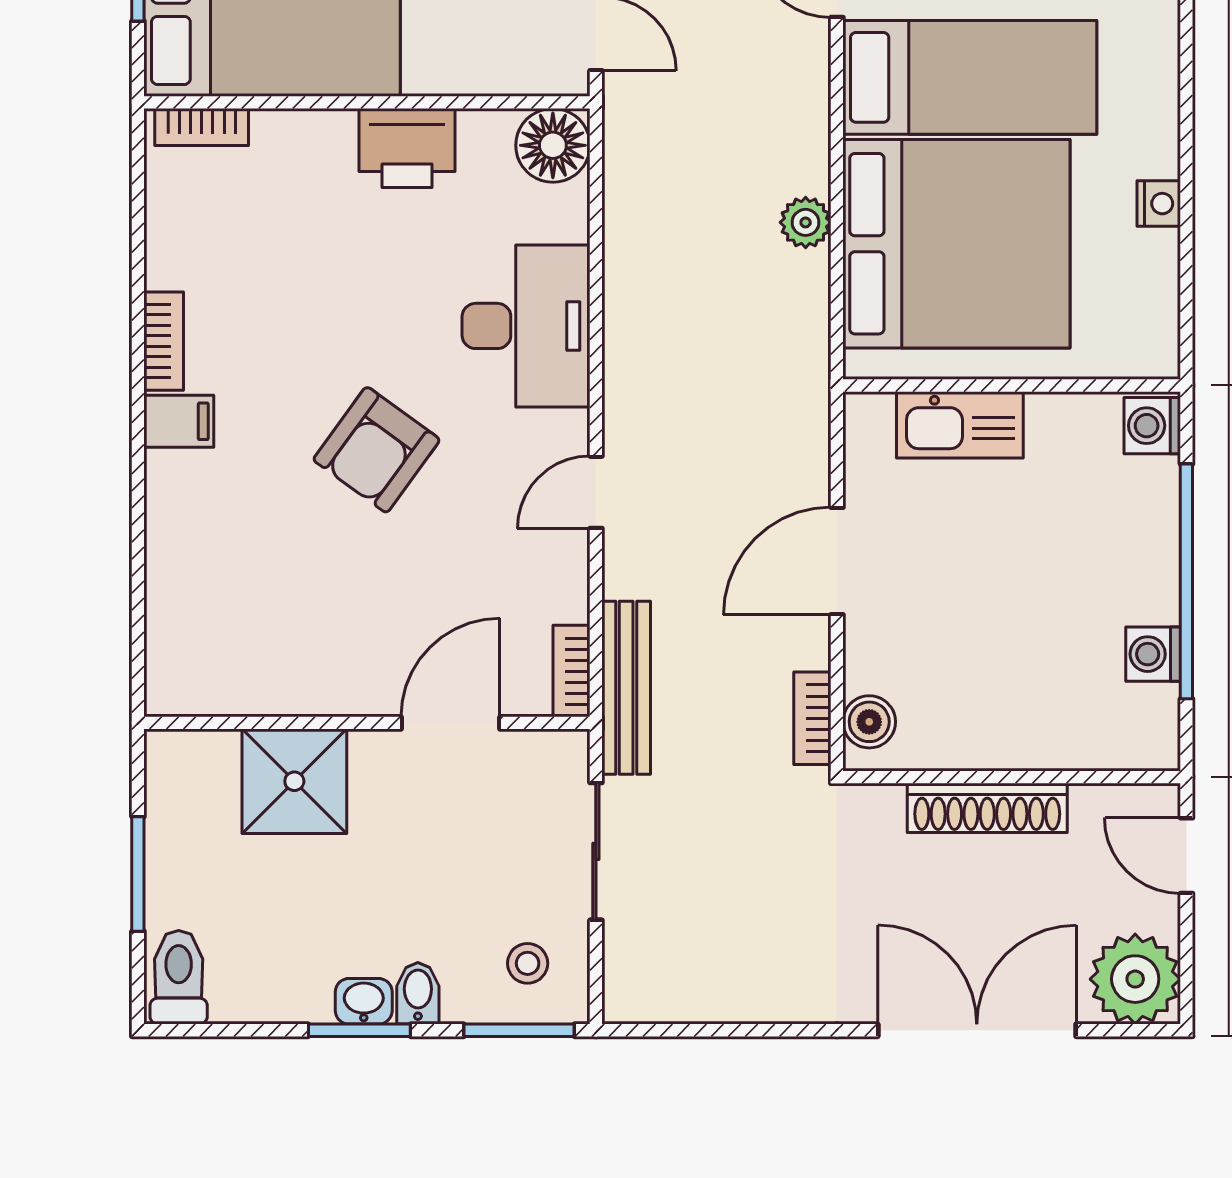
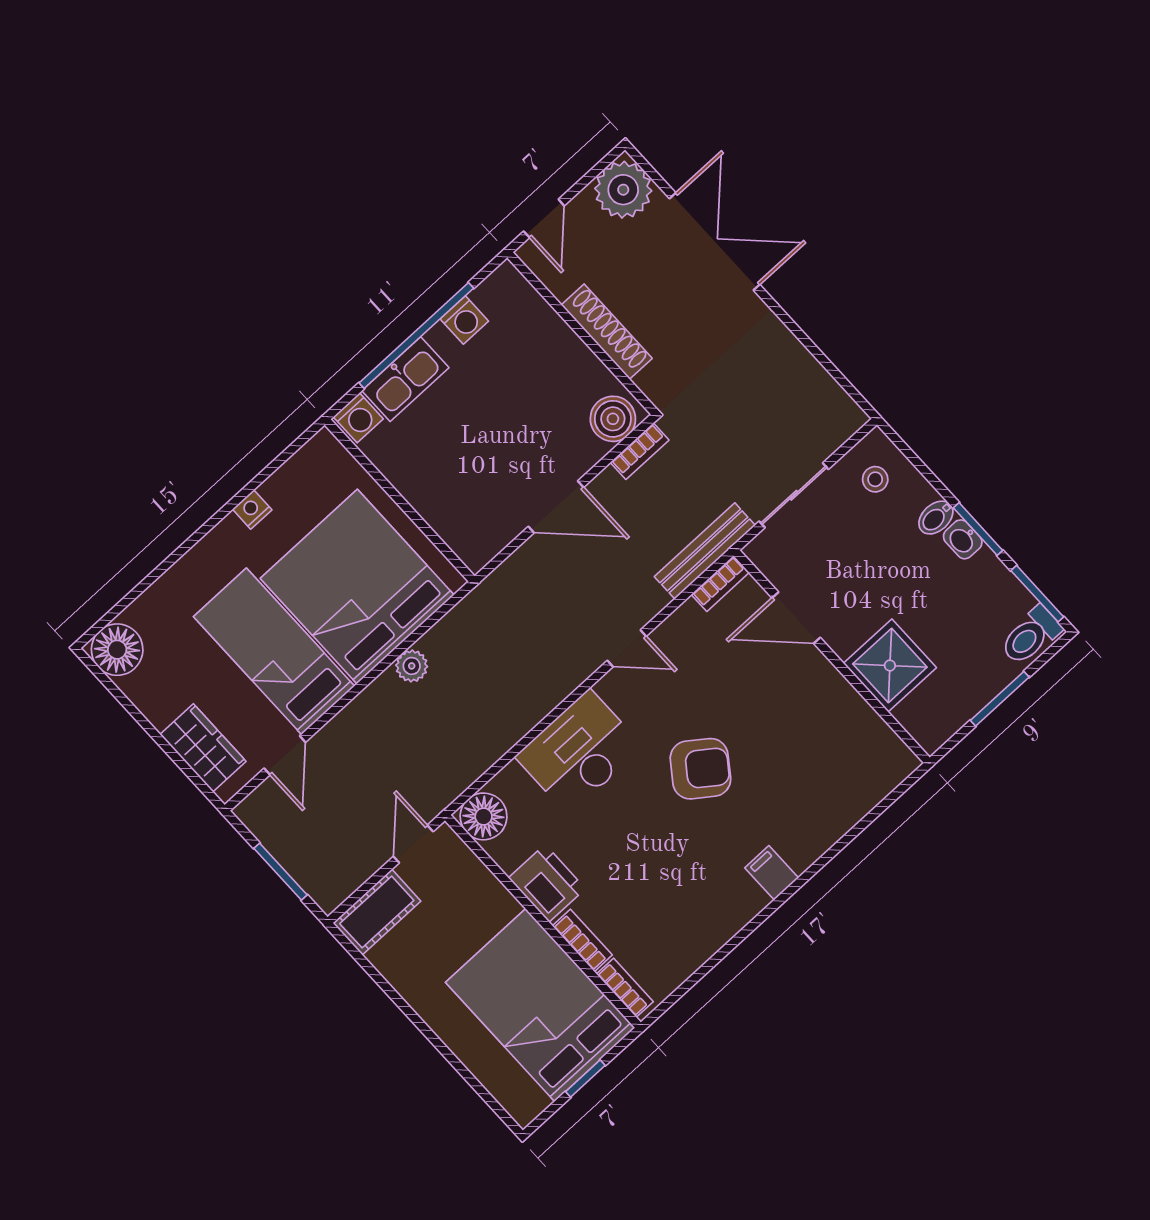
bookcase: (164, 341) -> (582, 940), moved, turned 90
kitchen sink: (960, 425) -> (405, 379), moved, turned 90
boiler: (869, 722) -> (613, 419), width x1.36, depth x1.36
window: (519, 1030) -> (1037, 594), moved
double door: (977, 1030) -> (715, 242), swing flipped

